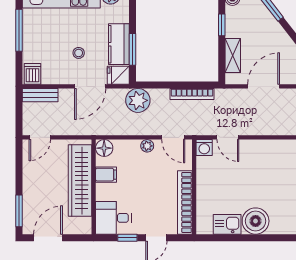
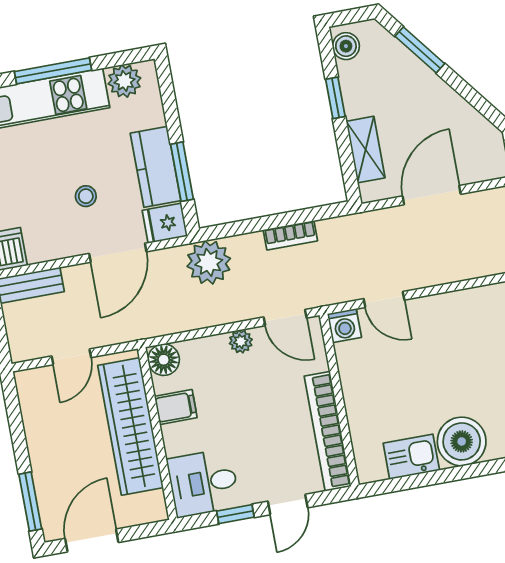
bookcase: (192, 94) -> (290, 235), width x0.64
door: (40, 137) -> (71, 357), moved

